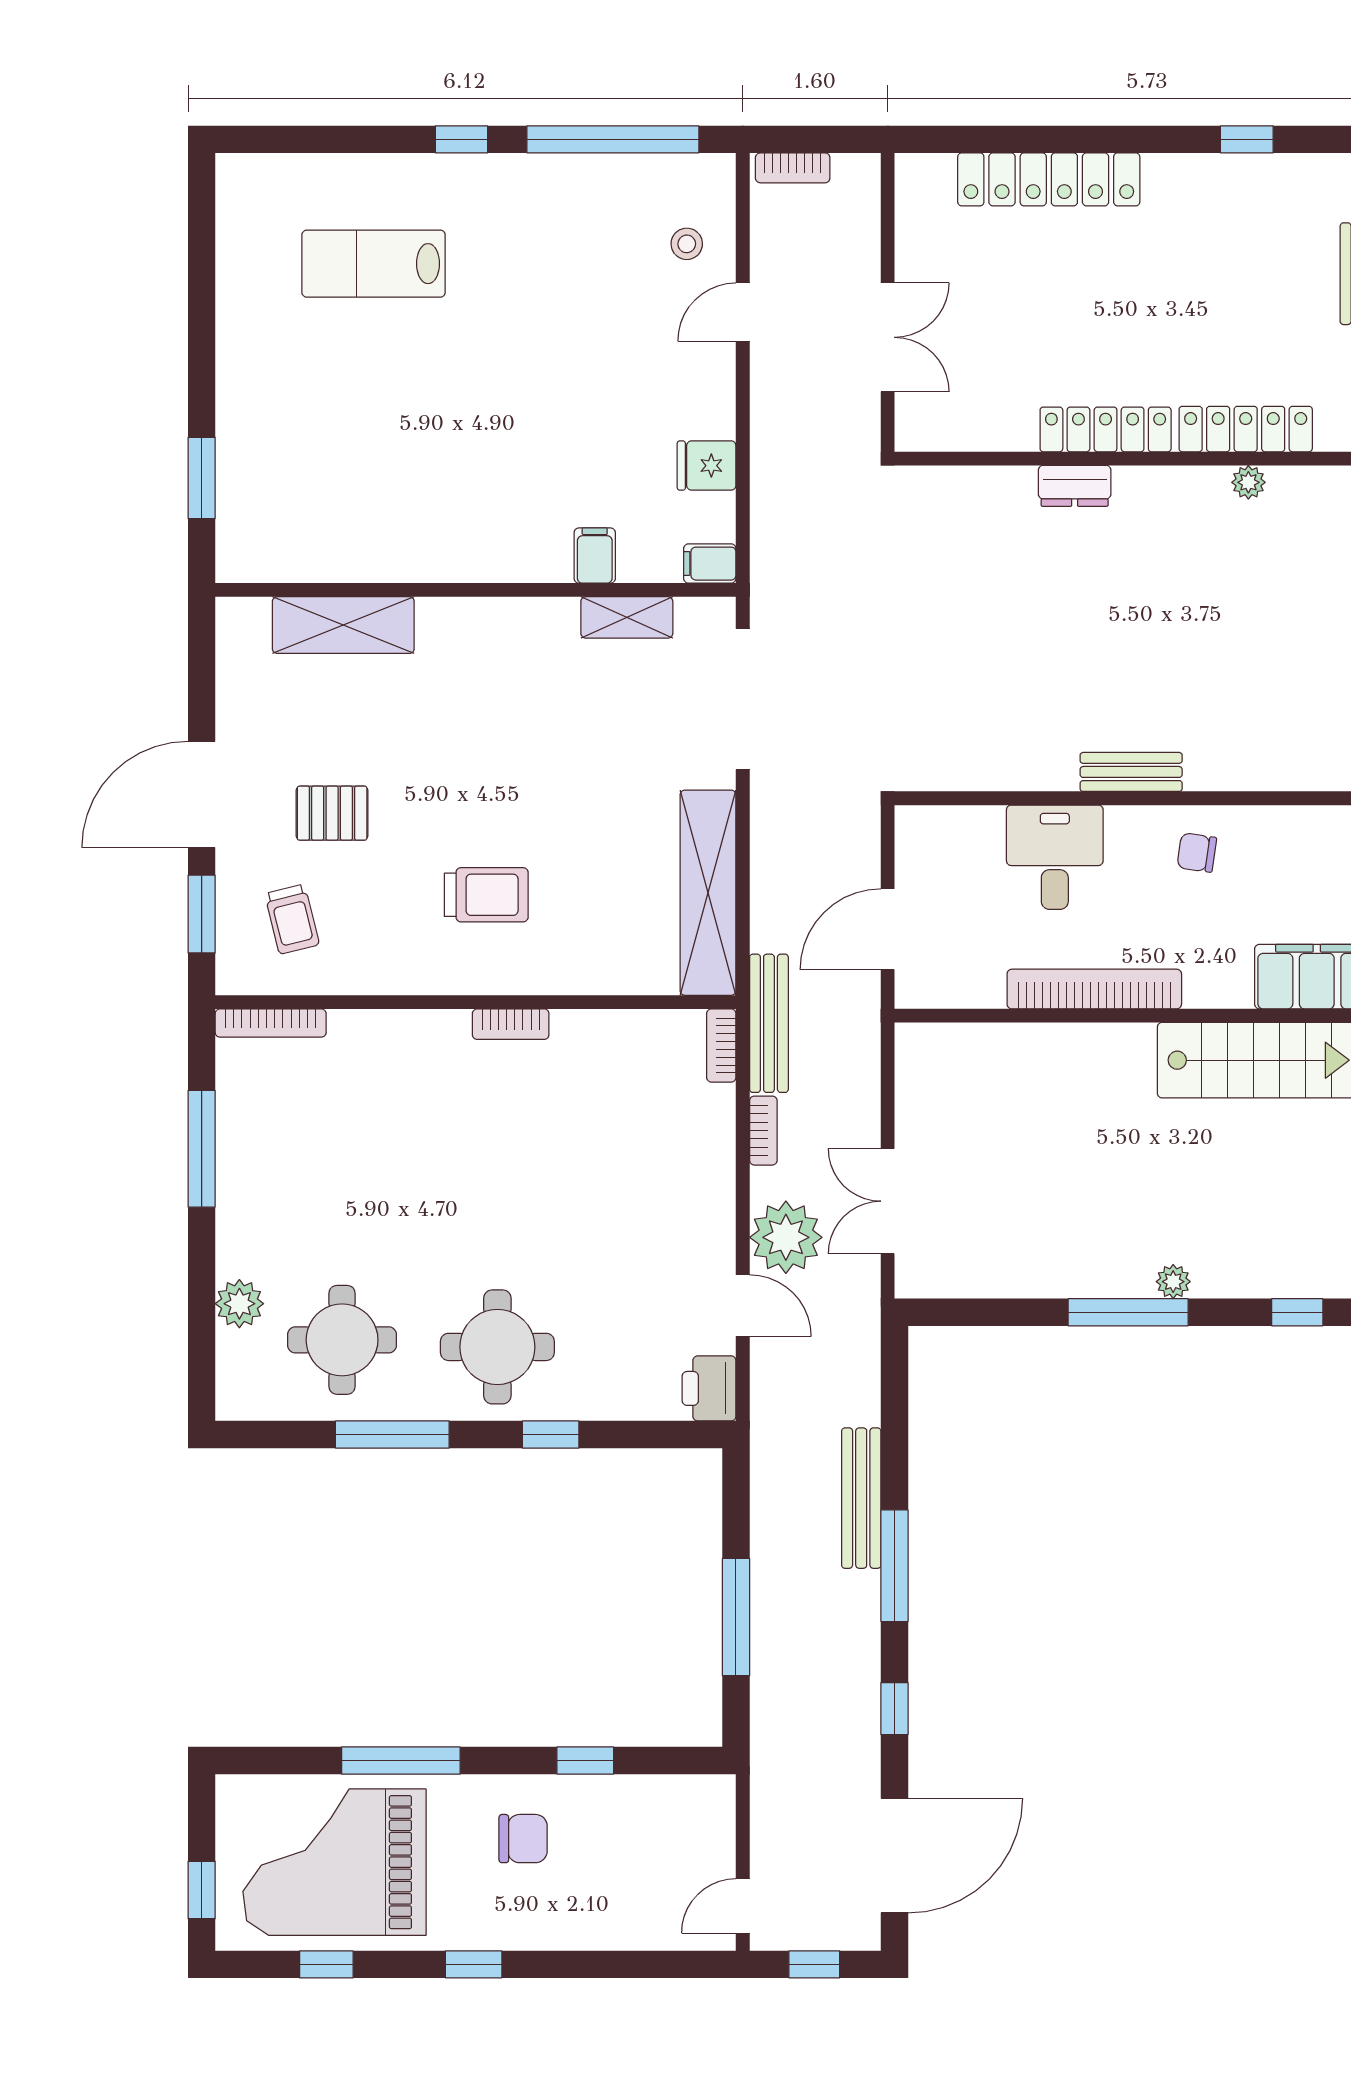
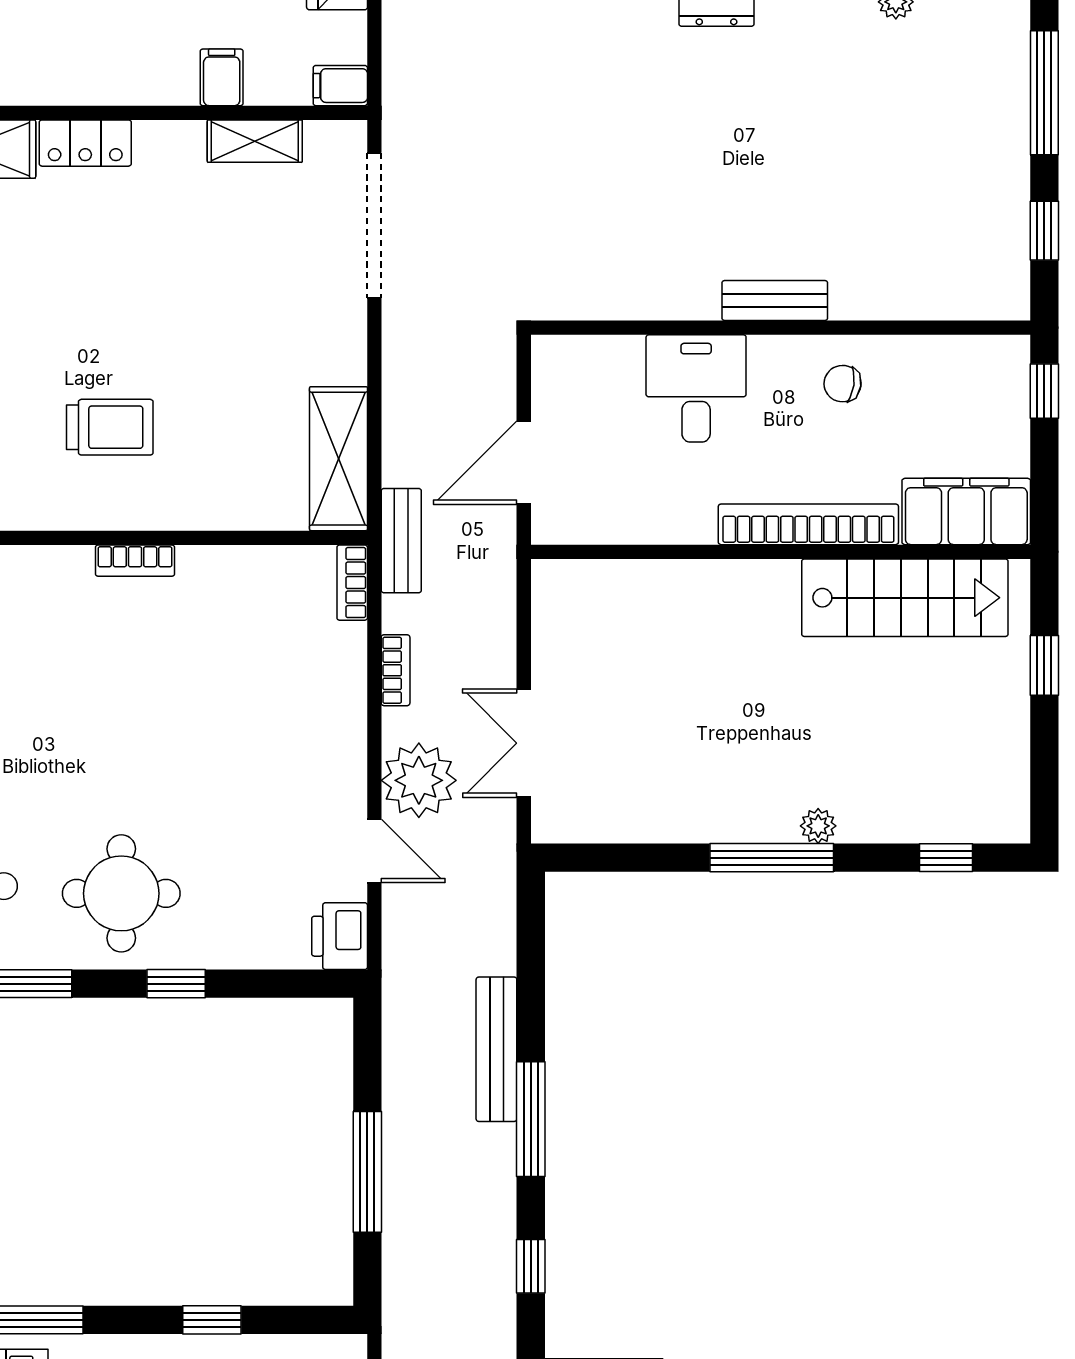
locker: (462, 619) -> (85, 143), added
shelving: (708, 893) -> (338, 459), width x0.68
bookcase: (1094, 989) -> (808, 524), moved
bench: (769, 1023) -> (401, 541), width x0.73

